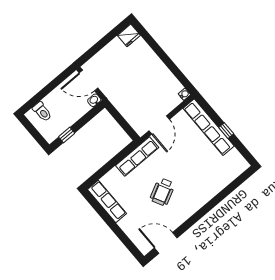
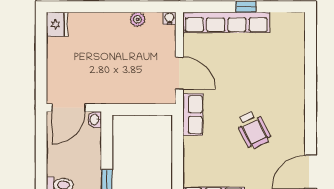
plant: (169, 77) -> (138, 19), added
row of seats: (137, 156) -> (193, 115), width x0.68

